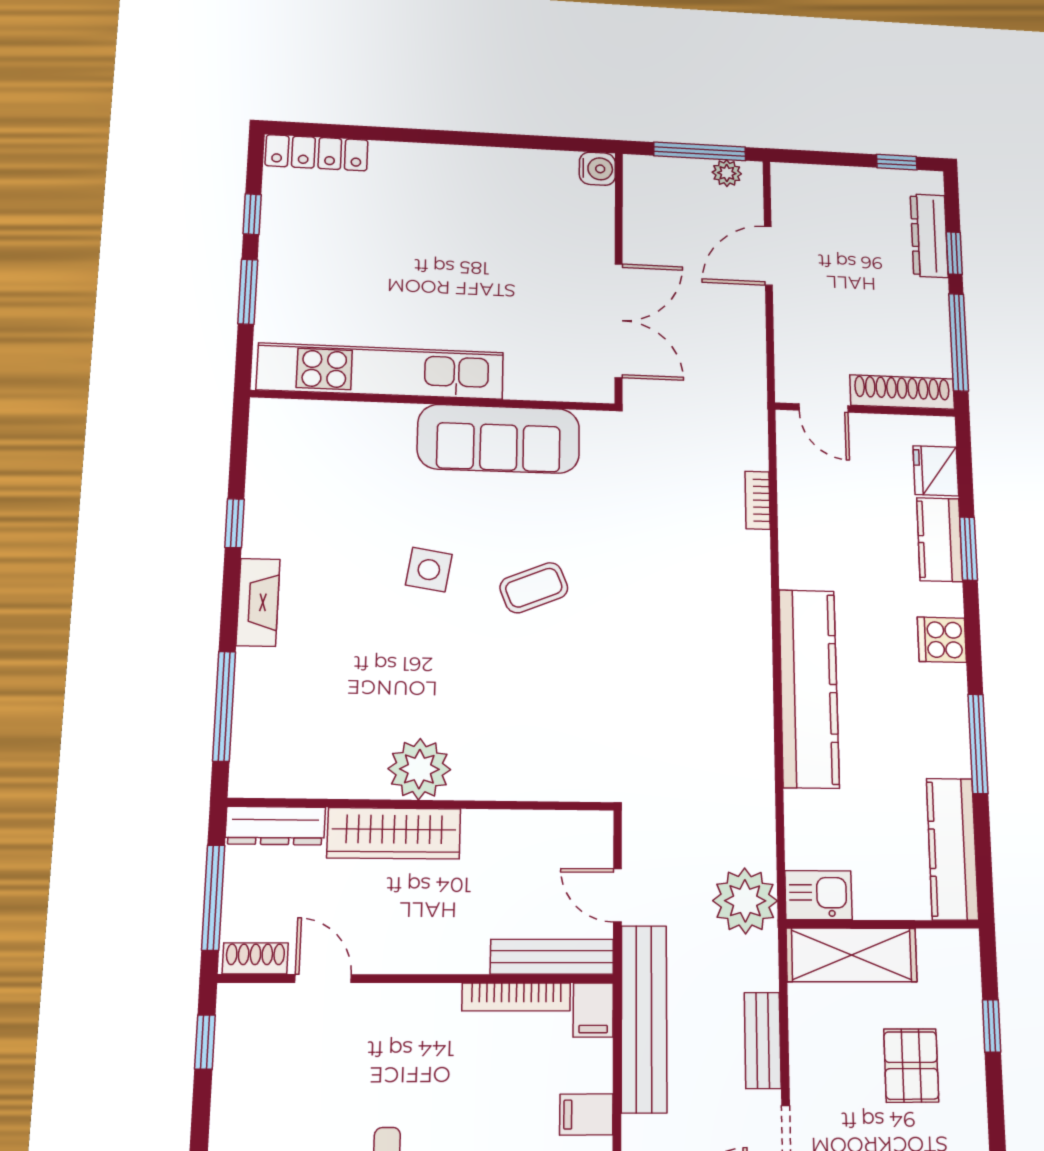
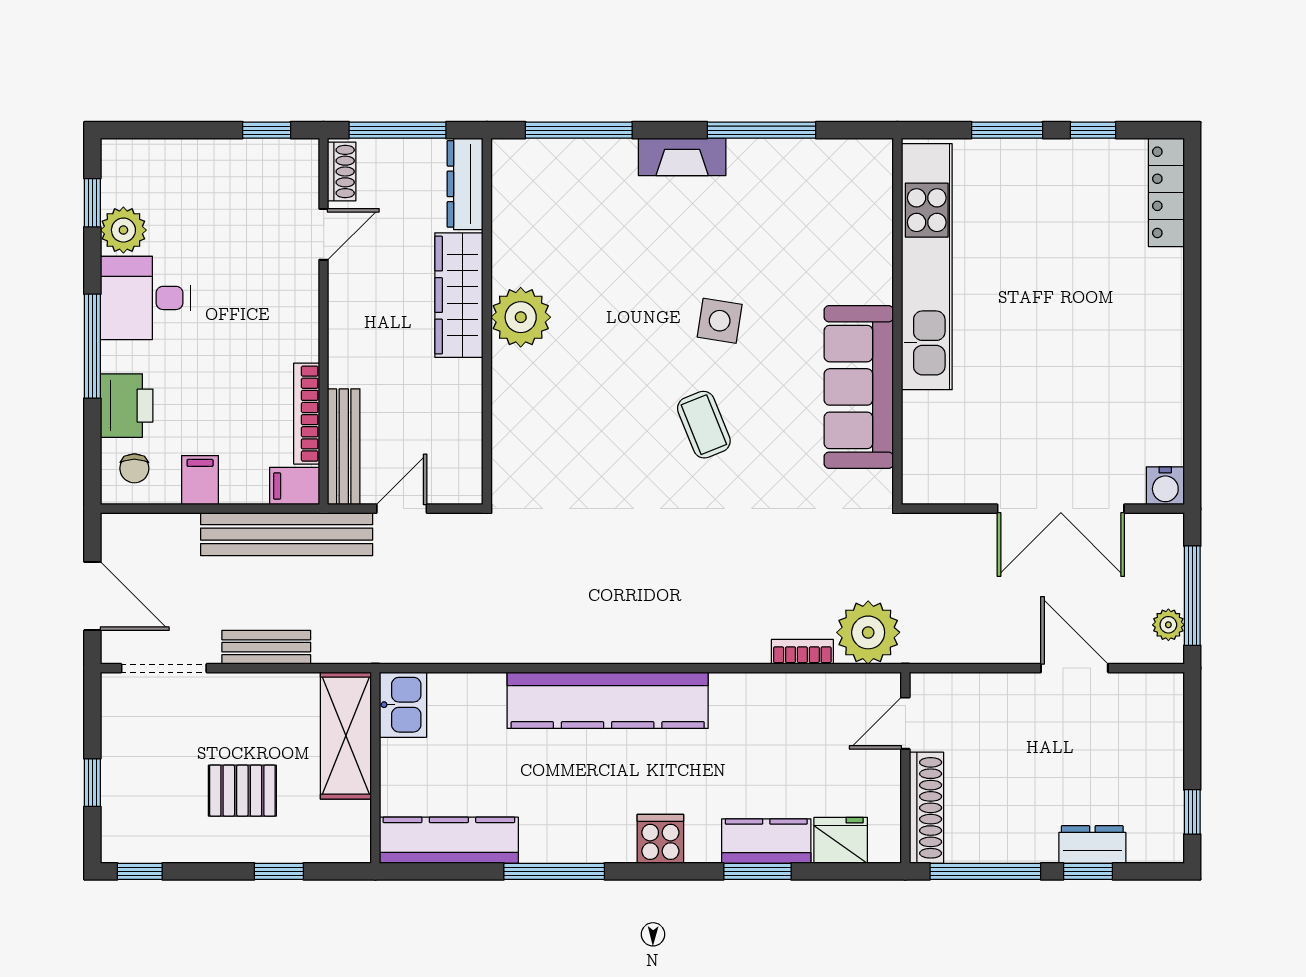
dresser: (929, 236) -> (1092, 844), width x0.70
double door: (619, 320) -> (1061, 509), moved
window: (235, 523) -> (761, 130), width x2.17
plant: (745, 901) -> (868, 632), moved

